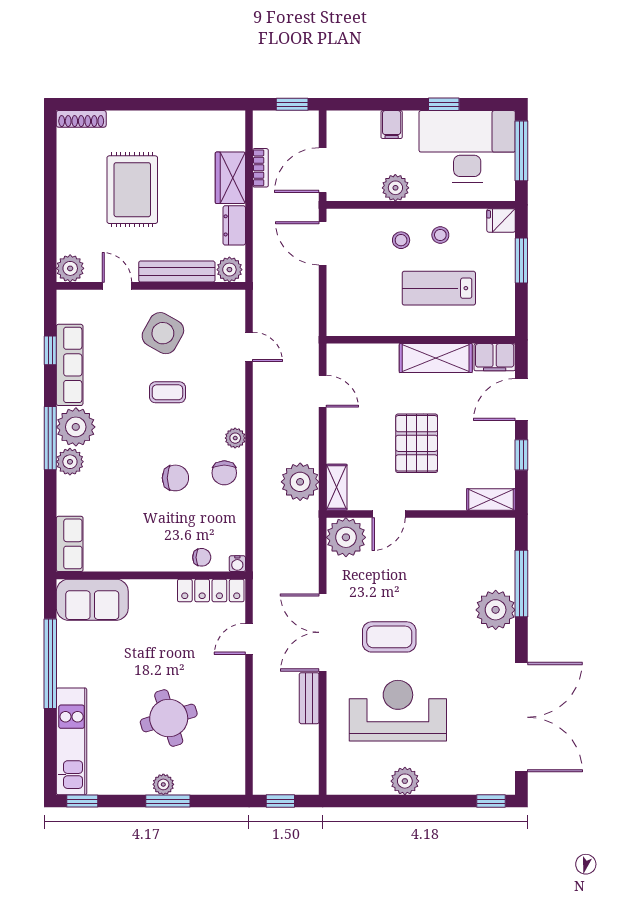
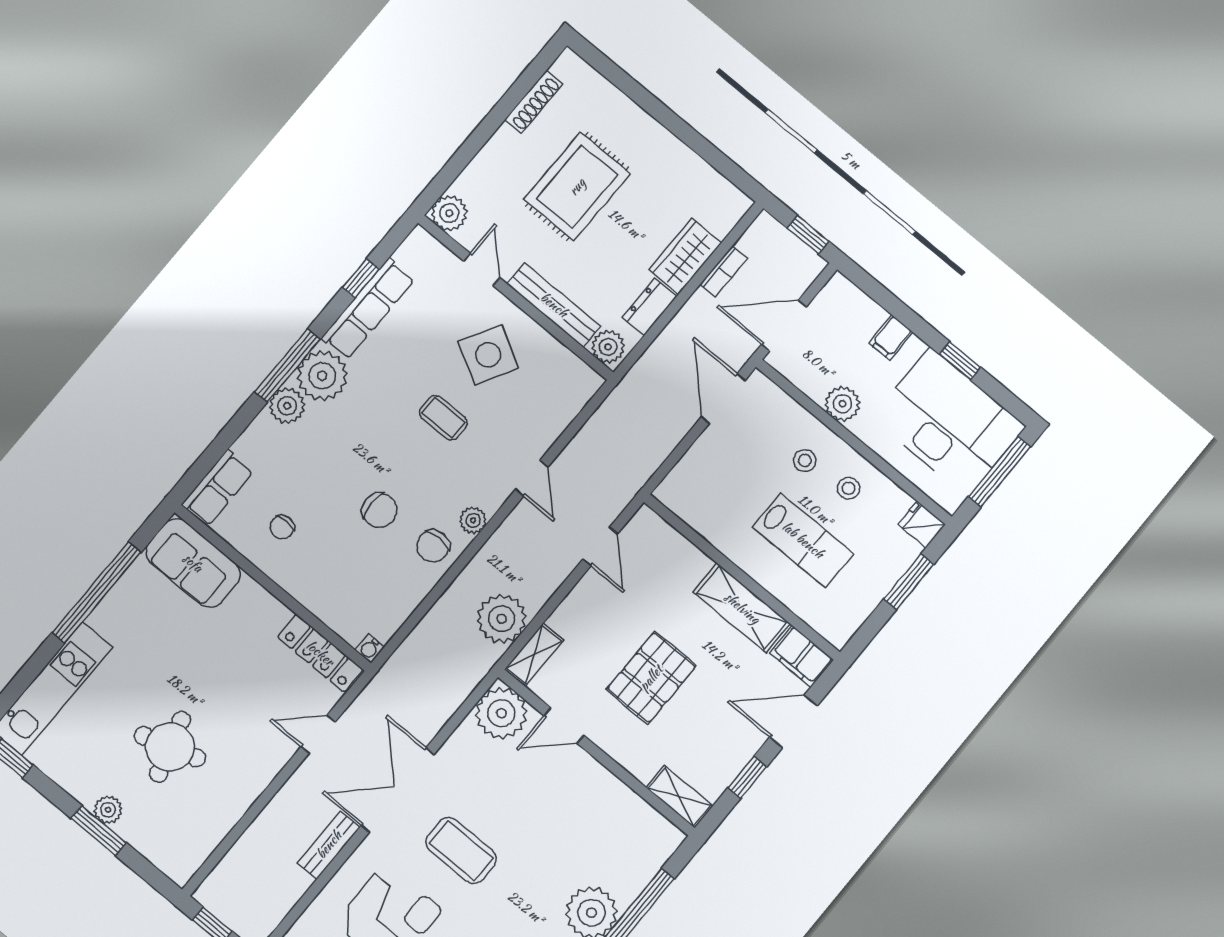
shoe rack: (81, 119) -> (534, 102), moved, turned -90
lab bench: (439, 288) -> (803, 540), turned 180
door: (249, 347) -> (532, 478), moved
chair: (202, 557) -> (282, 527), moved, turned 90

